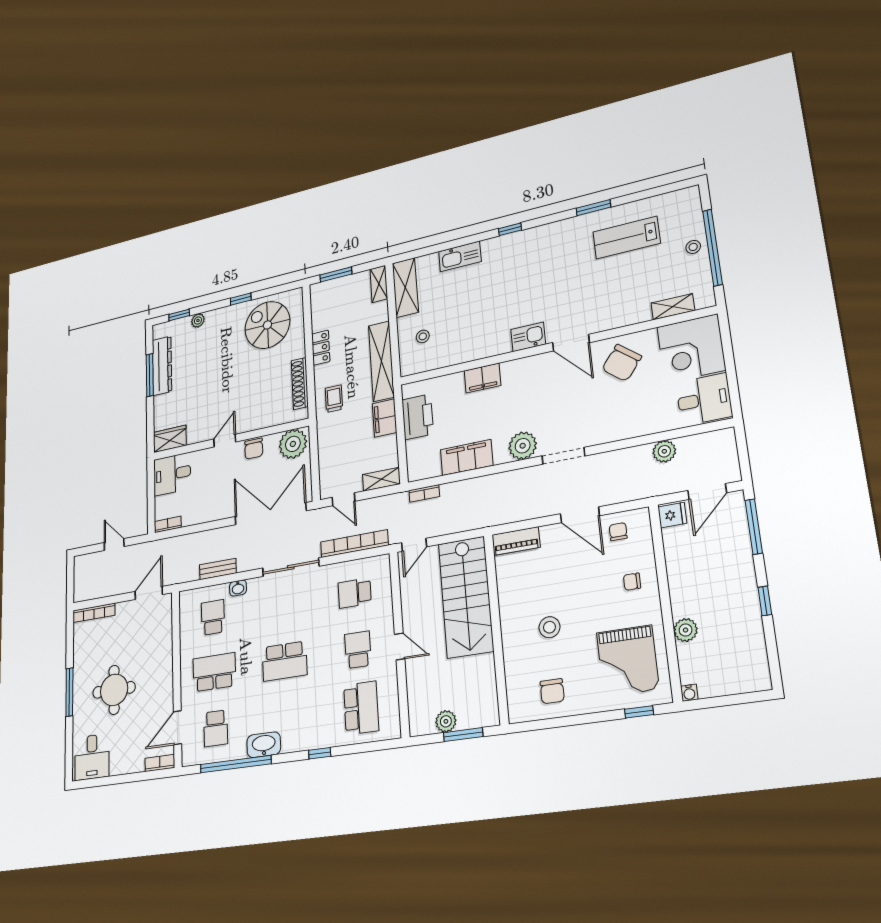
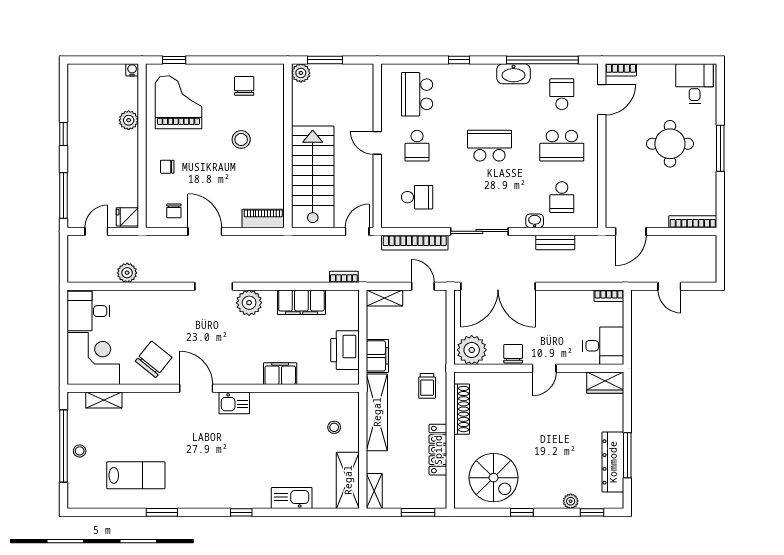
locker: (321, 348) -> (438, 450), width x1.53
door: (707, 492) -> (96, 231), width x0.73
chair: (632, 582) -> (167, 167), turned 180
plant: (446, 721) -> (301, 73), moved

